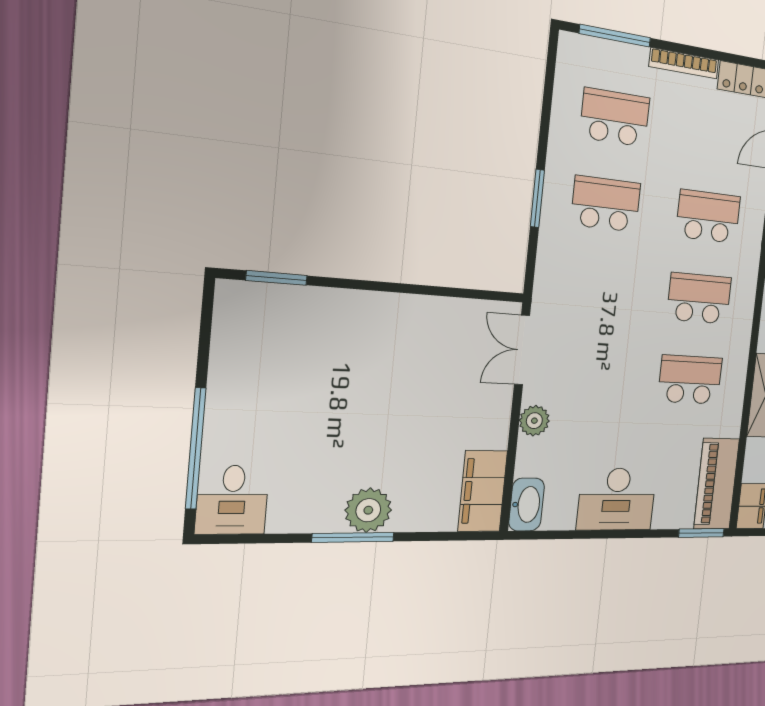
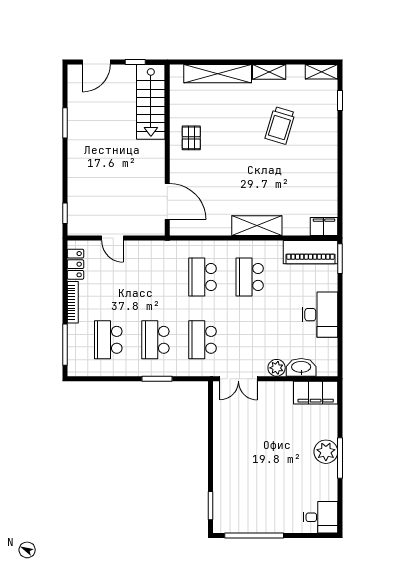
school desk: (708, 216) -> (203, 340), moved
window: (196, 449) -> (254, 536), moved
washbasin: (527, 505) -> (301, 367), moved

